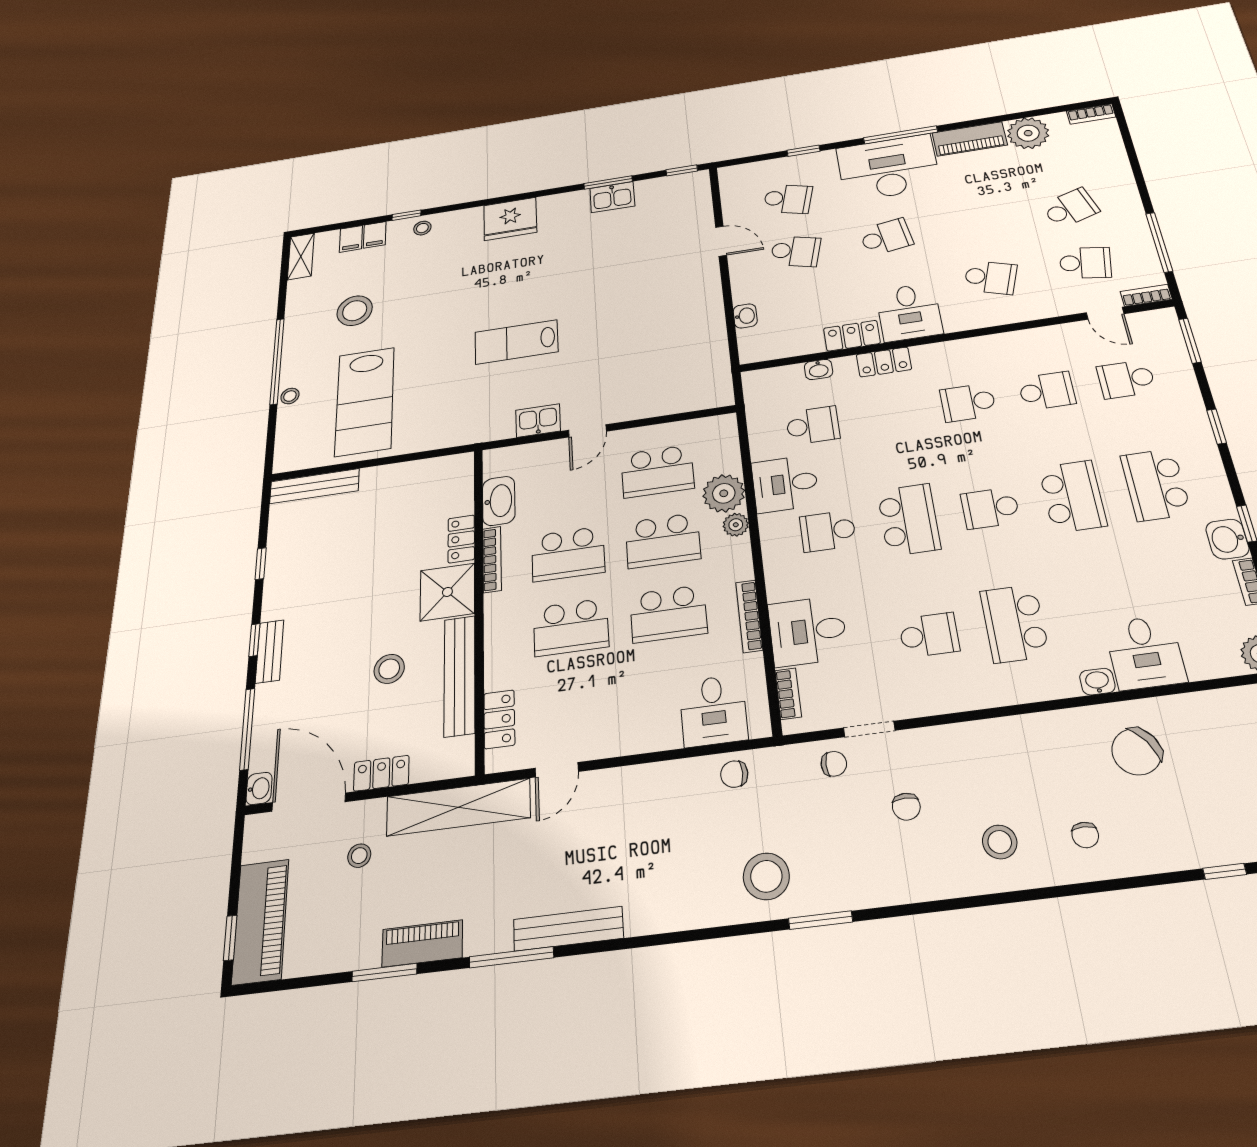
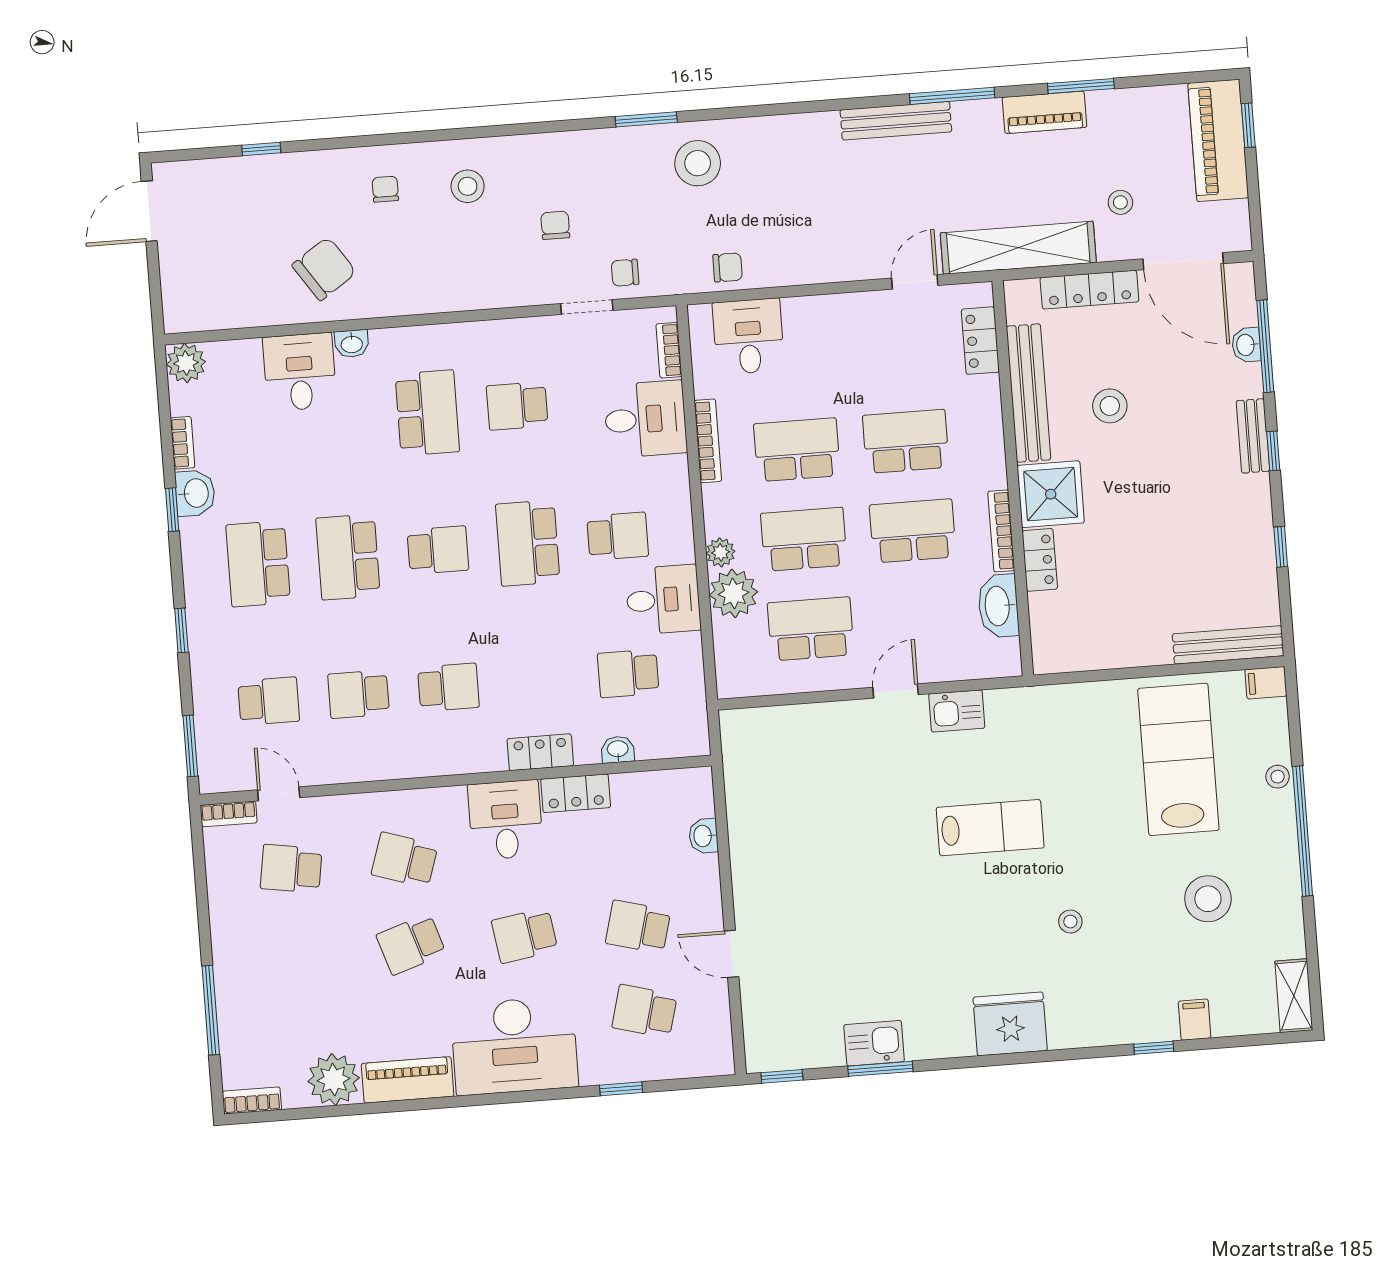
window: (901, 135) -> (494, 1099), removed
school desk: (1070, 208) -> (411, 944), moved
stool: (422, 228) -> (1070, 922), moved
filing cabinet: (351, 239) -> (1266, 683), moved, turned -90
window: (1159, 242) -> (211, 1010), moved
school desk: (1156, 485) -> (258, 564), turned 180
locker: (381, 773) -> (1089, 290), width x1.53
washbasin: (259, 788) -> (1246, 345), moved

